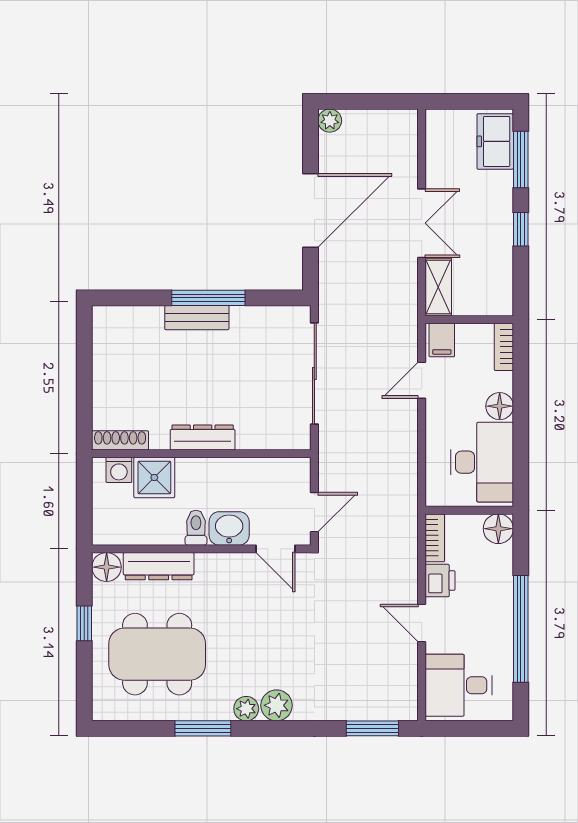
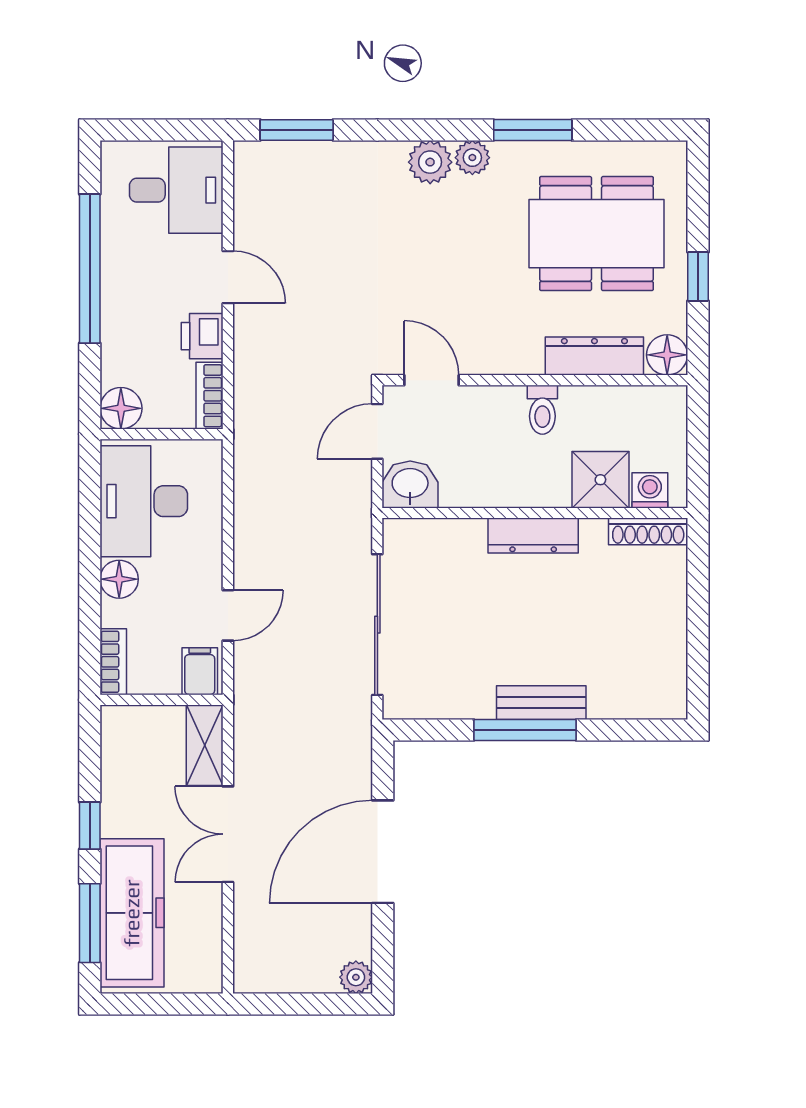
freezer: (495, 141) -> (132, 913), width x1.91, depth x1.26
washbasin: (229, 528) -> (410, 484), moved, turned 180

